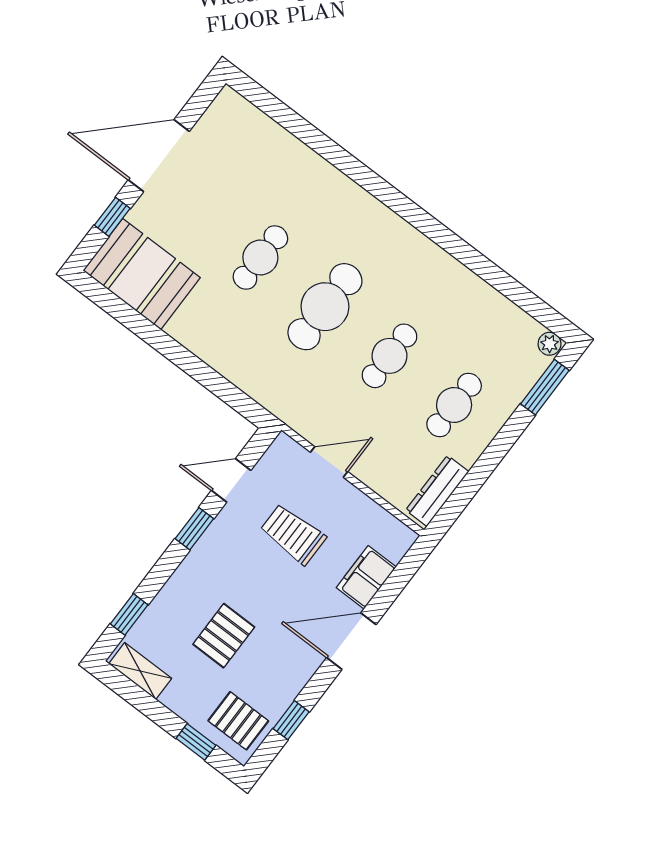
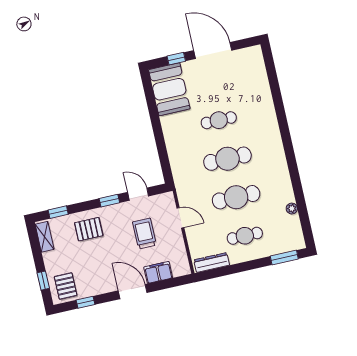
plant: (550, 344) -> (292, 209), moved
cafe table: (389, 356) -> (236, 197), width x1.37, depth x1.35
pallet: (224, 636) -> (89, 229), moved

